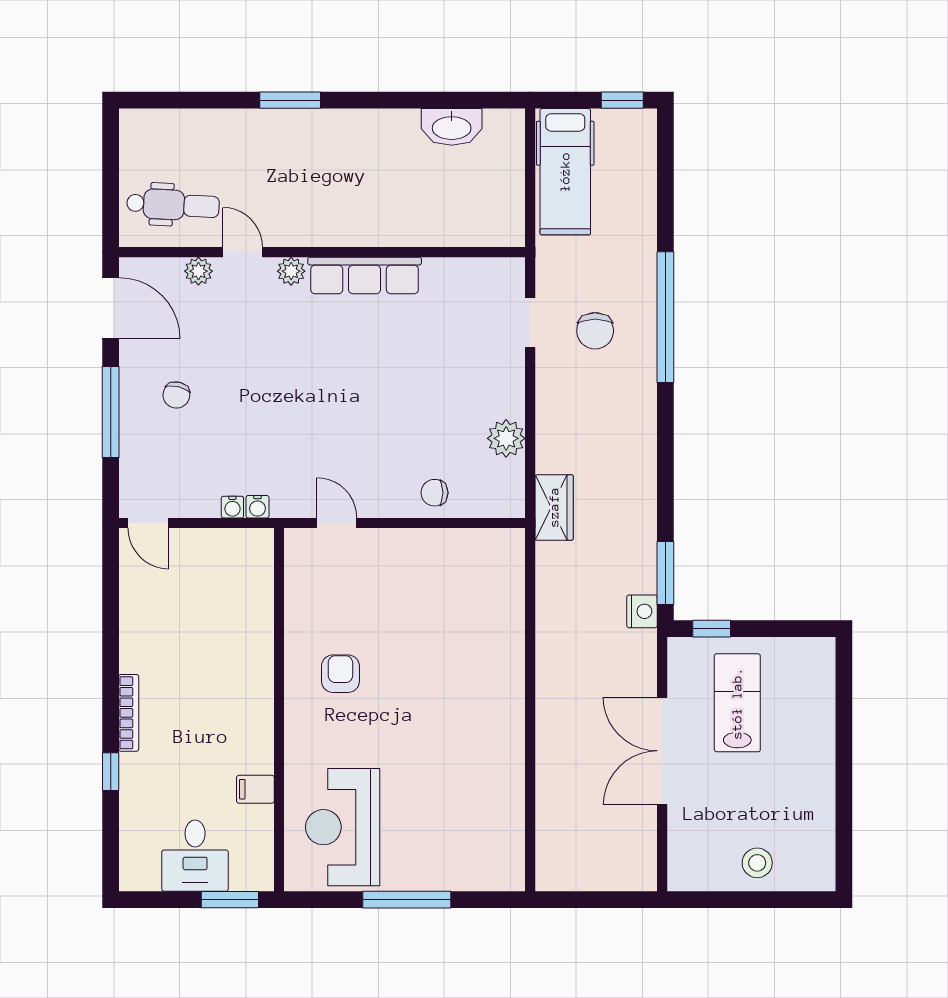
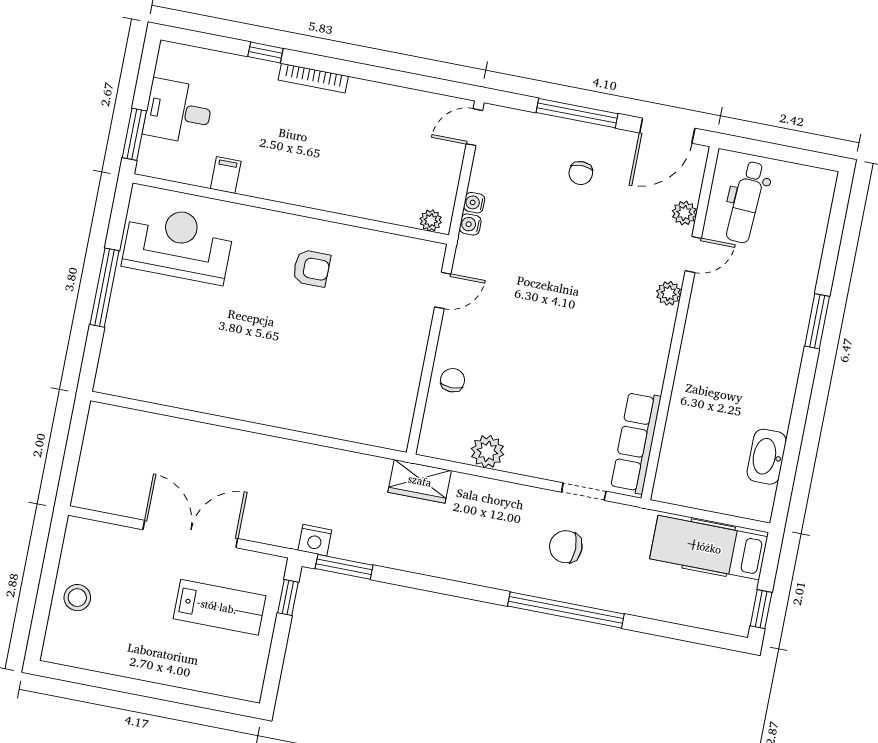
row of seats: (365, 275) -> (636, 442), moved
chair: (176, 395) -> (581, 173), turned -103
plant: (262, 551) -> (431, 220), added

